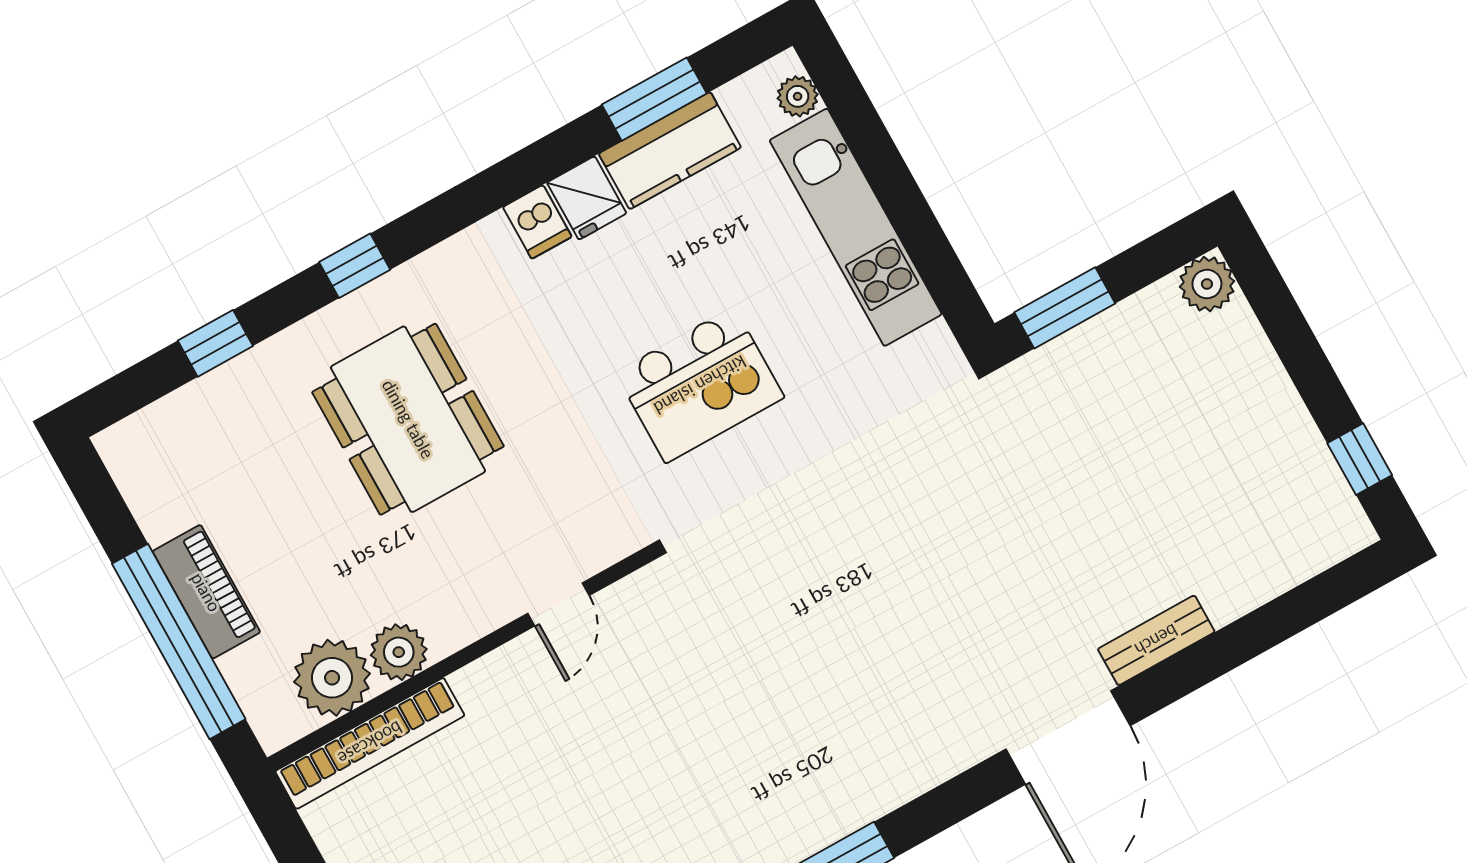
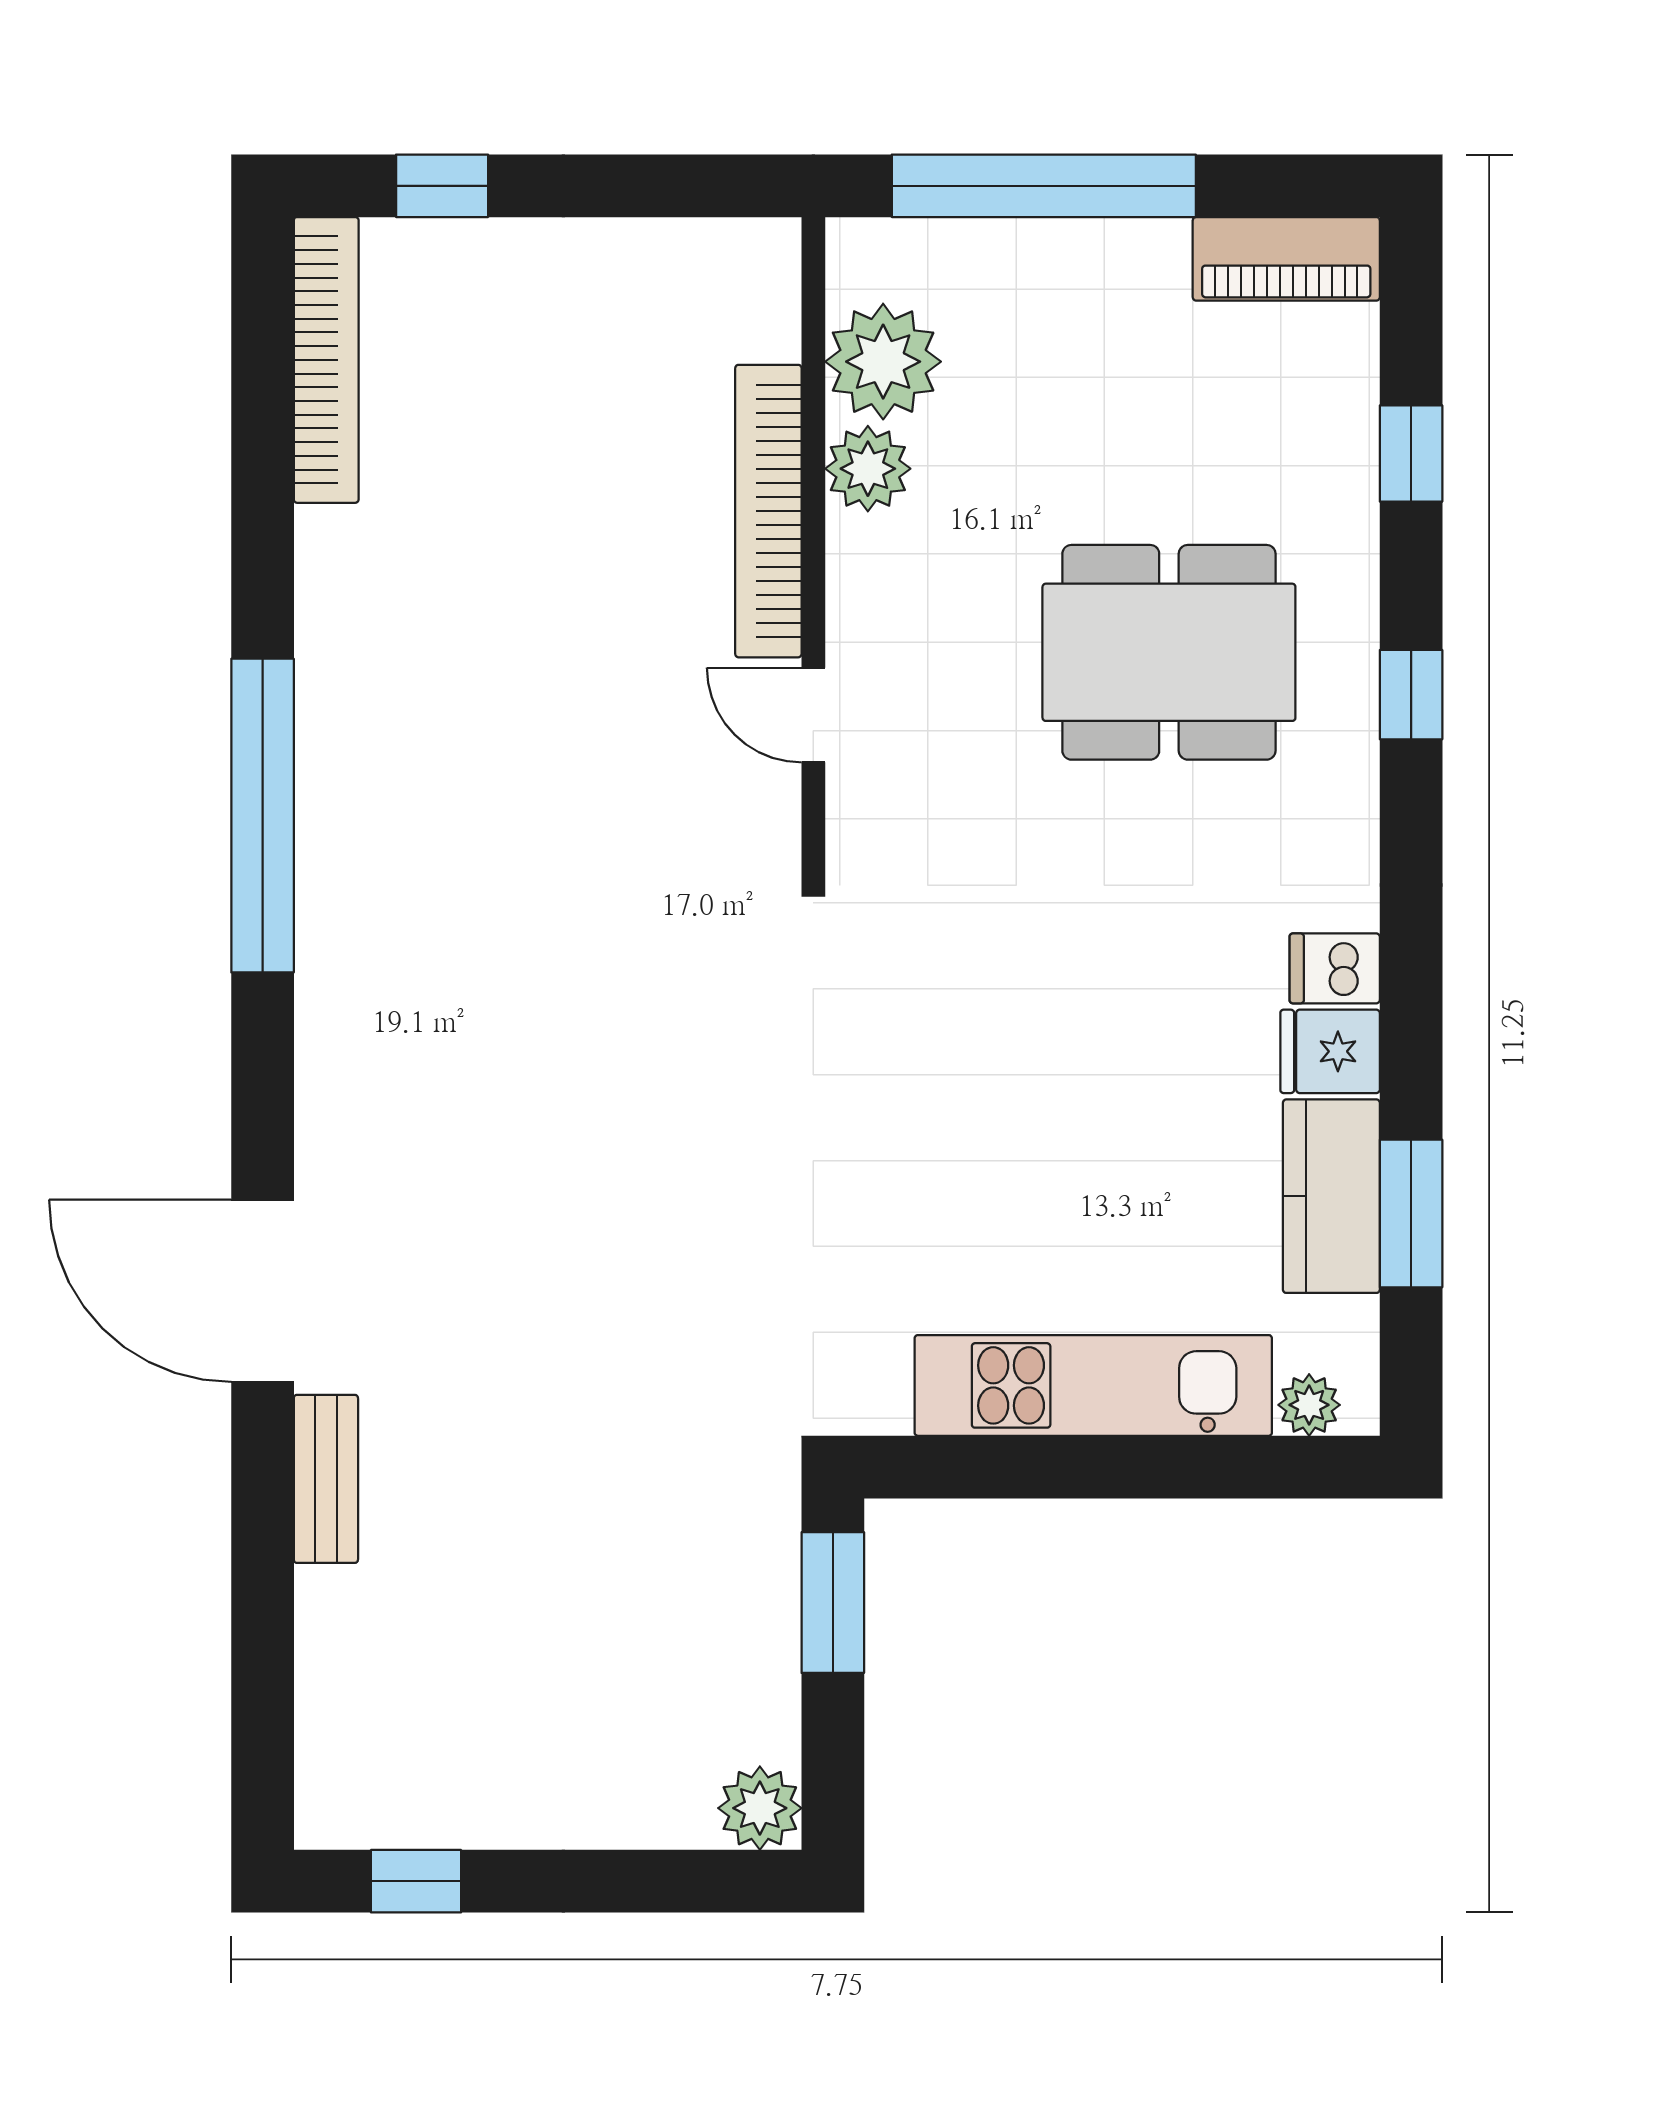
kitchen island: (700, 385) -> (1000, 1063), removed
piano: (206, 592) -> (1286, 259), moved
bookcase: (370, 743) -> (768, 511), moved

